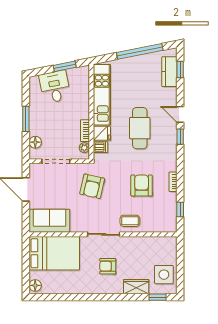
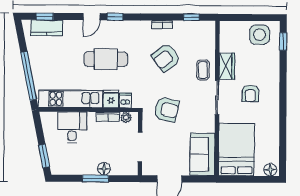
window: (140, 51) -> (29, 76), moved
window: (65, 66) -> (44, 156), moved
desk: (55, 87) -> (72, 127), moved, turned 101
floor lamp: (35, 142) -> (104, 169), moved
armchair: (142, 185) -> (166, 58), turned -37
wardrobe: (136, 287) -> (227, 66), moved, turned 180

